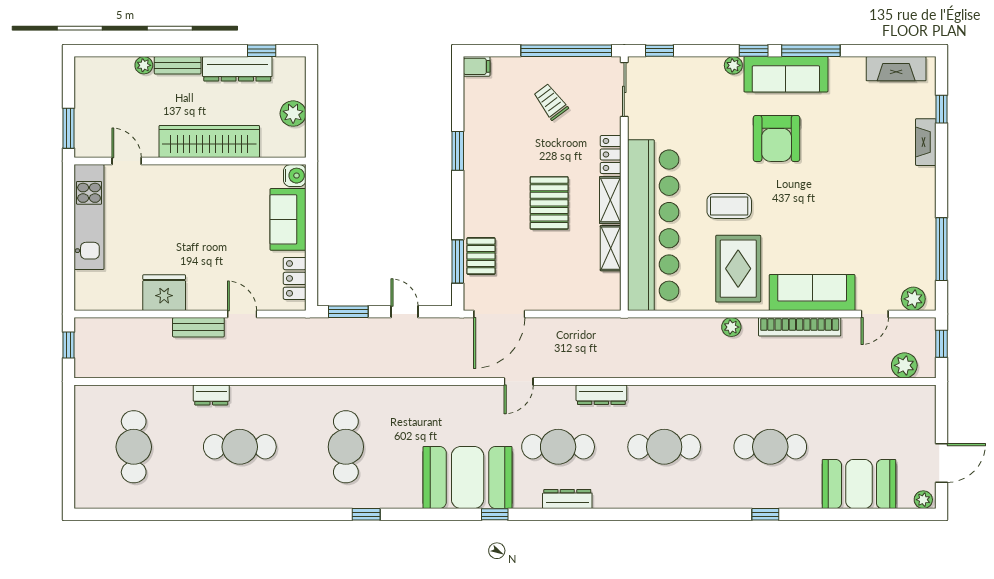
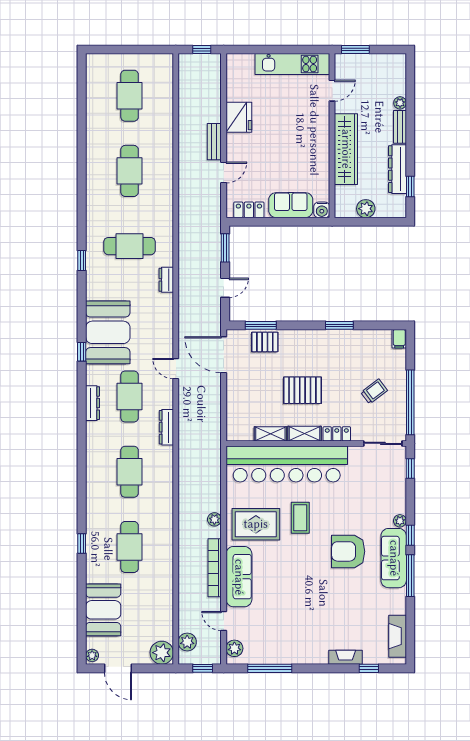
dresser: (211, 395) -> (166, 280), moved
plant: (919, 401) -> (162, 653), added
cafe table: (134, 447) -> (130, 96), turned 90

